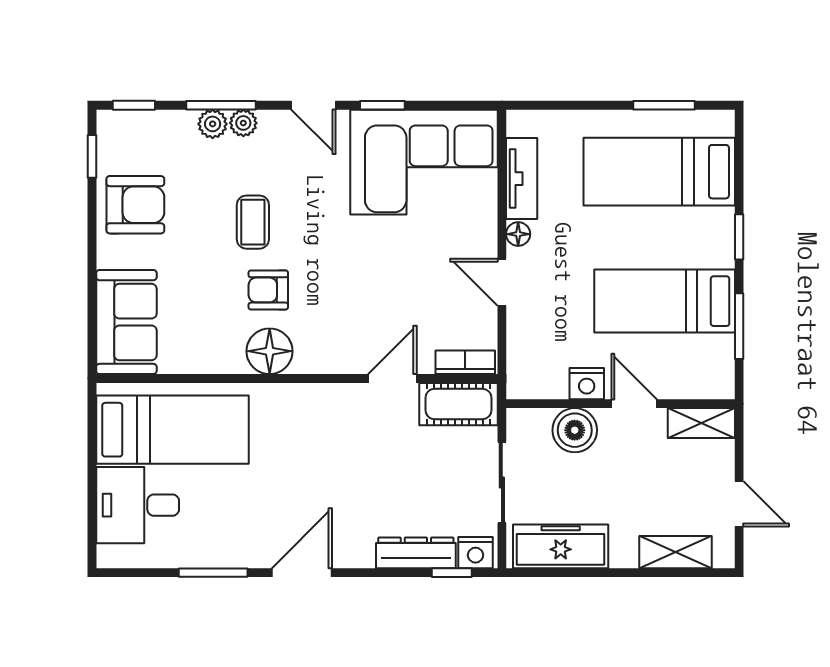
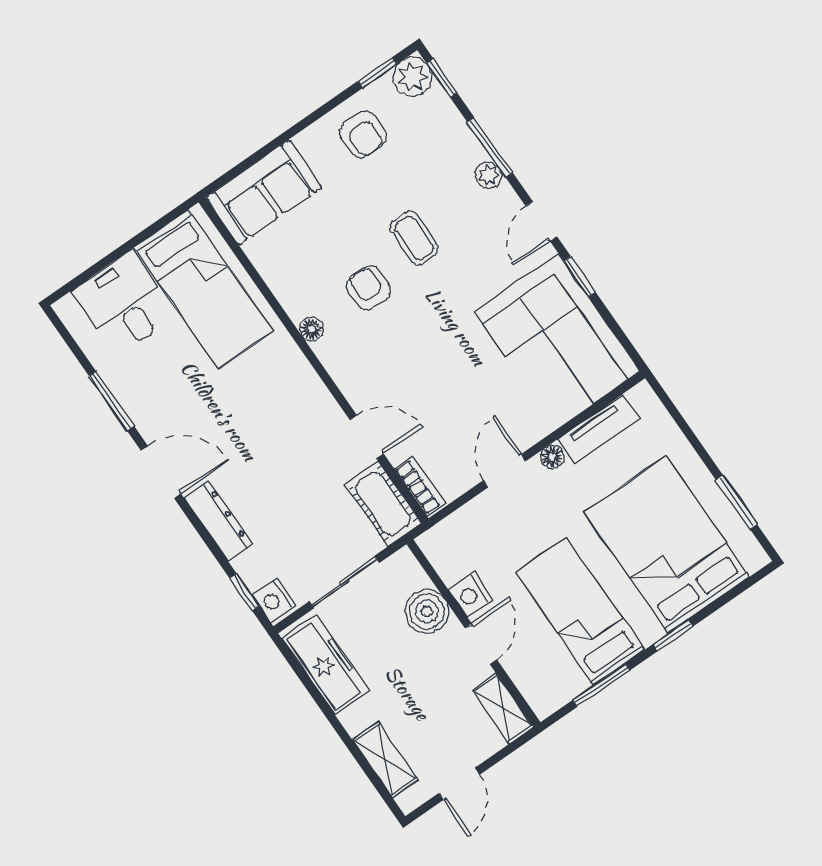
plant: (213, 124) -> (412, 77), moved, width x1.38, depth x1.38
bed: (659, 172) -> (667, 545), width x1.50
armchair: (135, 205) -> (363, 134), width x0.72, depth x0.72
coffee table: (253, 222) -> (414, 238), turned 90
floor lamp: (270, 351) -> (312, 329), width x0.53, depth x0.53
dresser: (416, 553) -> (218, 521), moved

